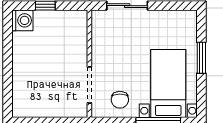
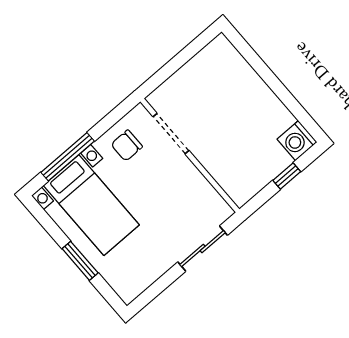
chair: (120, 100) -> (127, 146), turned -90

